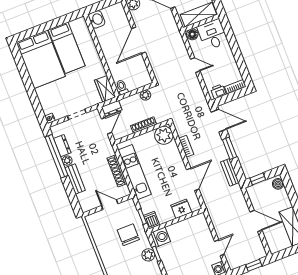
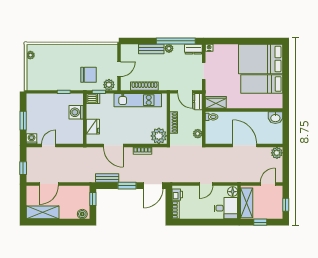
dresser: (62, 146) -> (193, 49), moved
door: (256, 221) -> (49, 184), moved
washing machine: (160, 237) -> (76, 112), moved, turned 90
door: (219, 248) -> (49, 145), swing flipped
plant: (148, 255) -> (109, 85), moved

